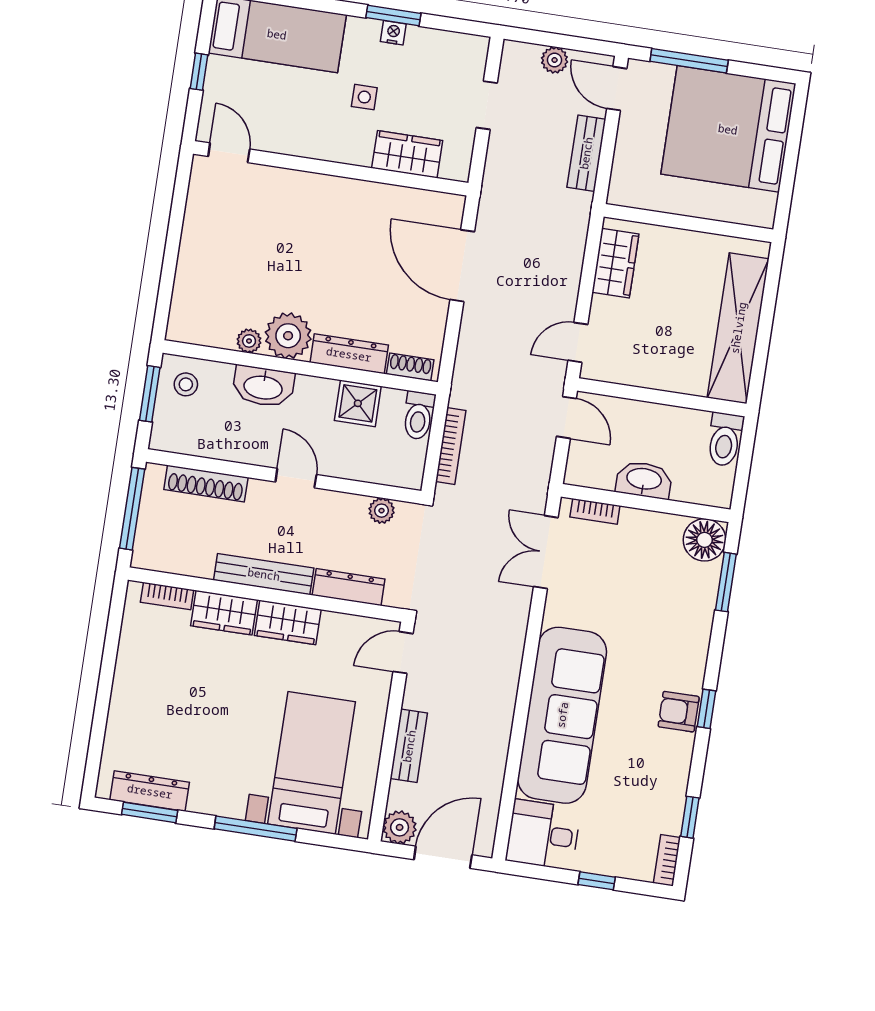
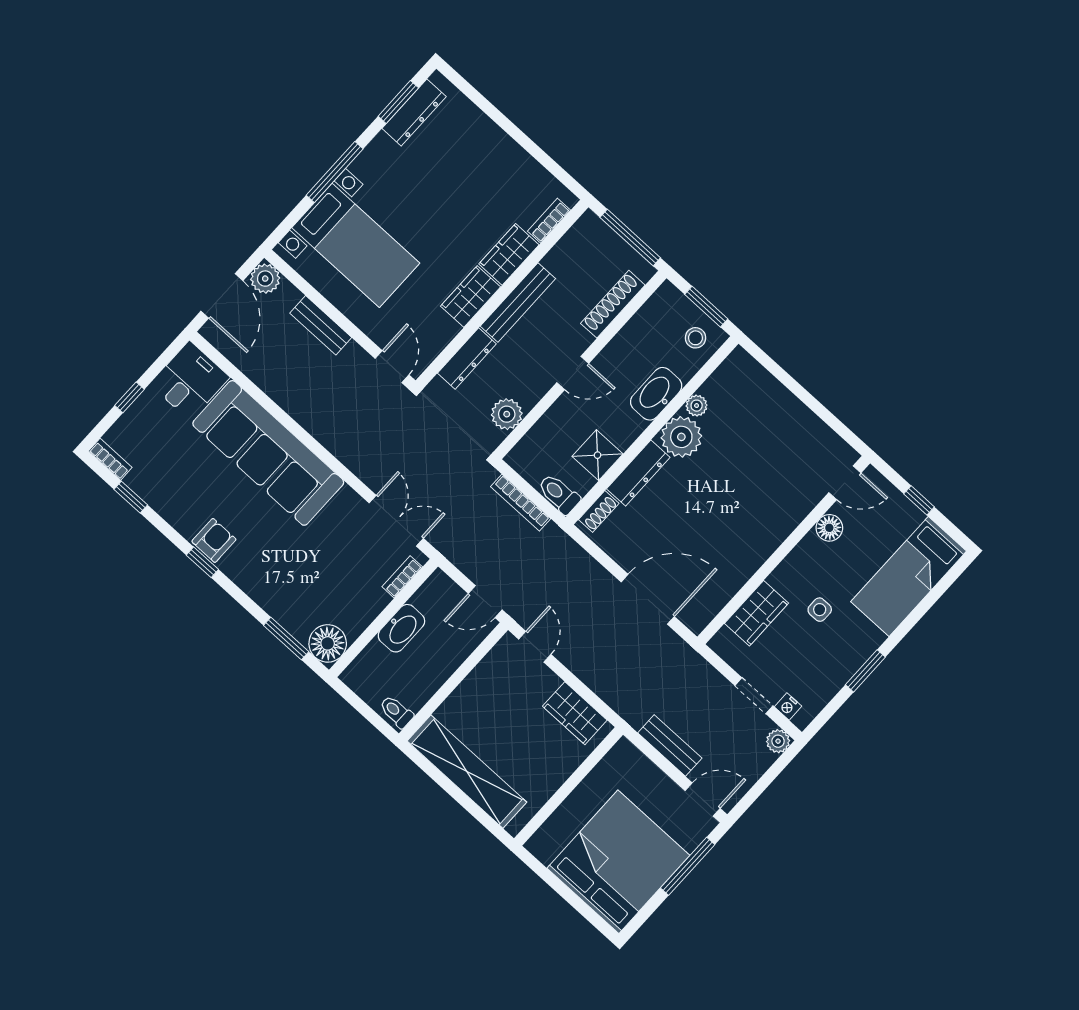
nightstand: (393, 33) -> (788, 707), moved, turned 90
plant: (555, 60) -> (778, 741), moved
floor lamp: (281, 139) -> (829, 528), added
toilet: (725, 439) -> (396, 712), width x0.73, depth x0.72
plant: (382, 511) -> (507, 414), width x1.38, depth x1.38

